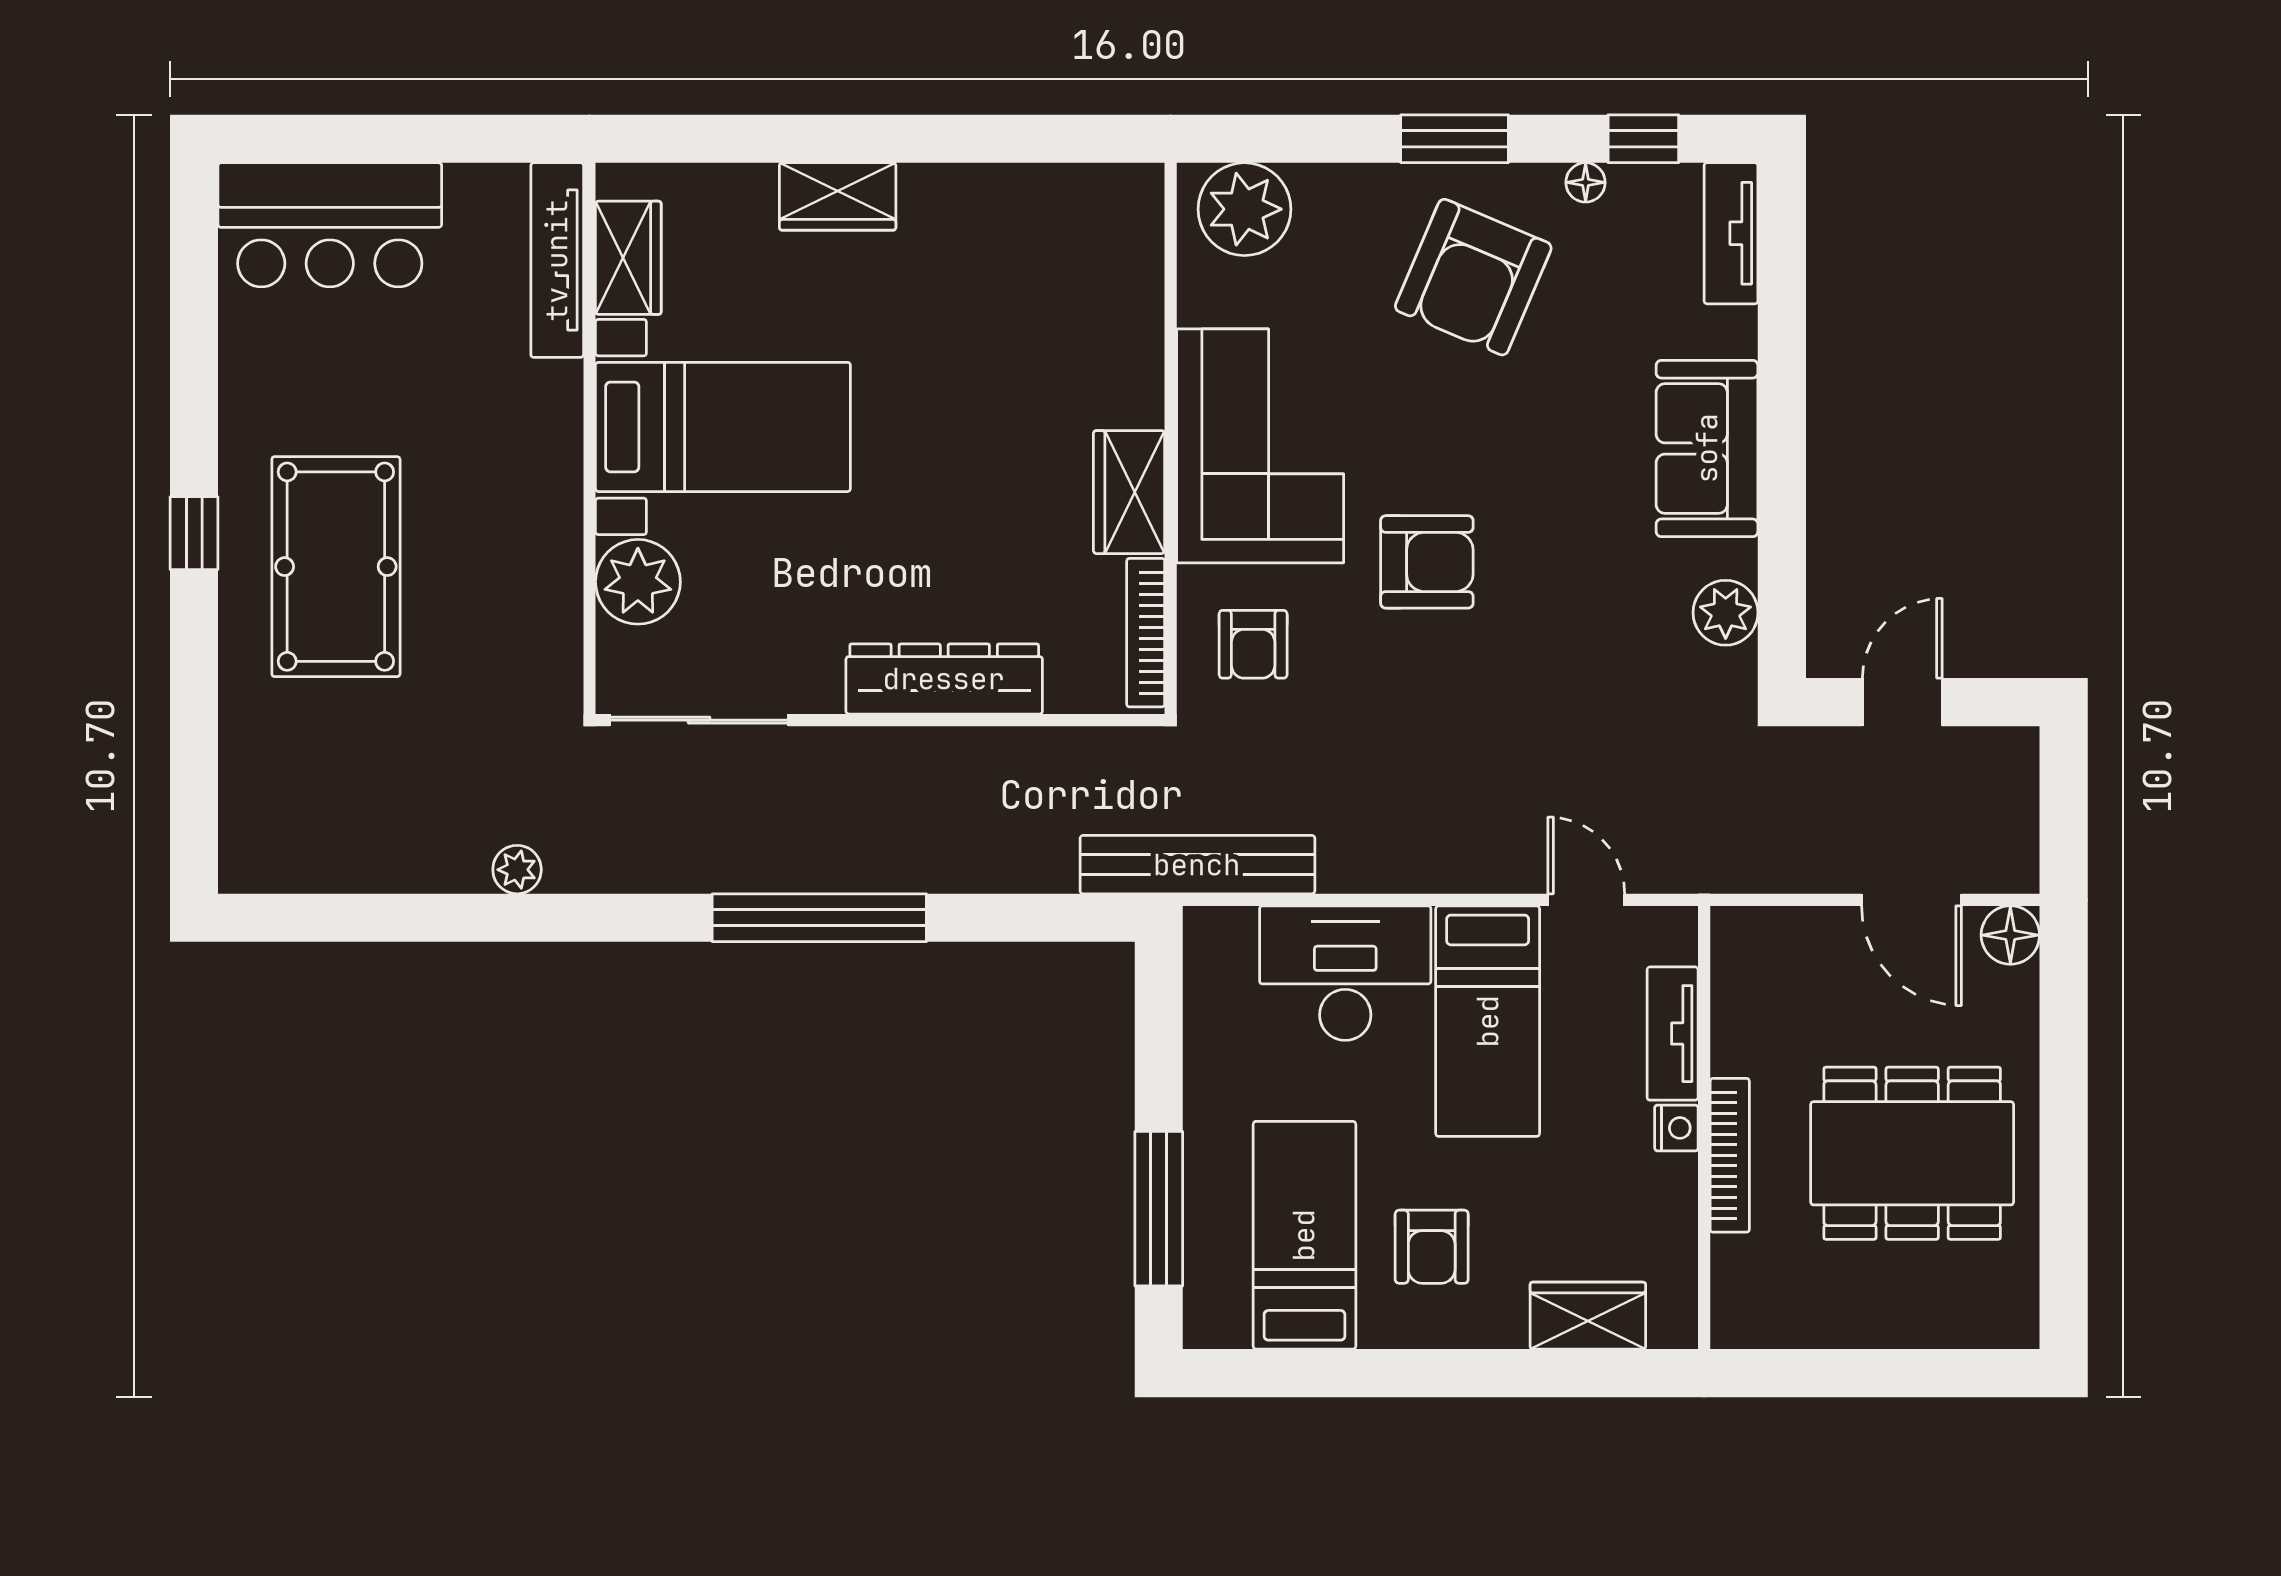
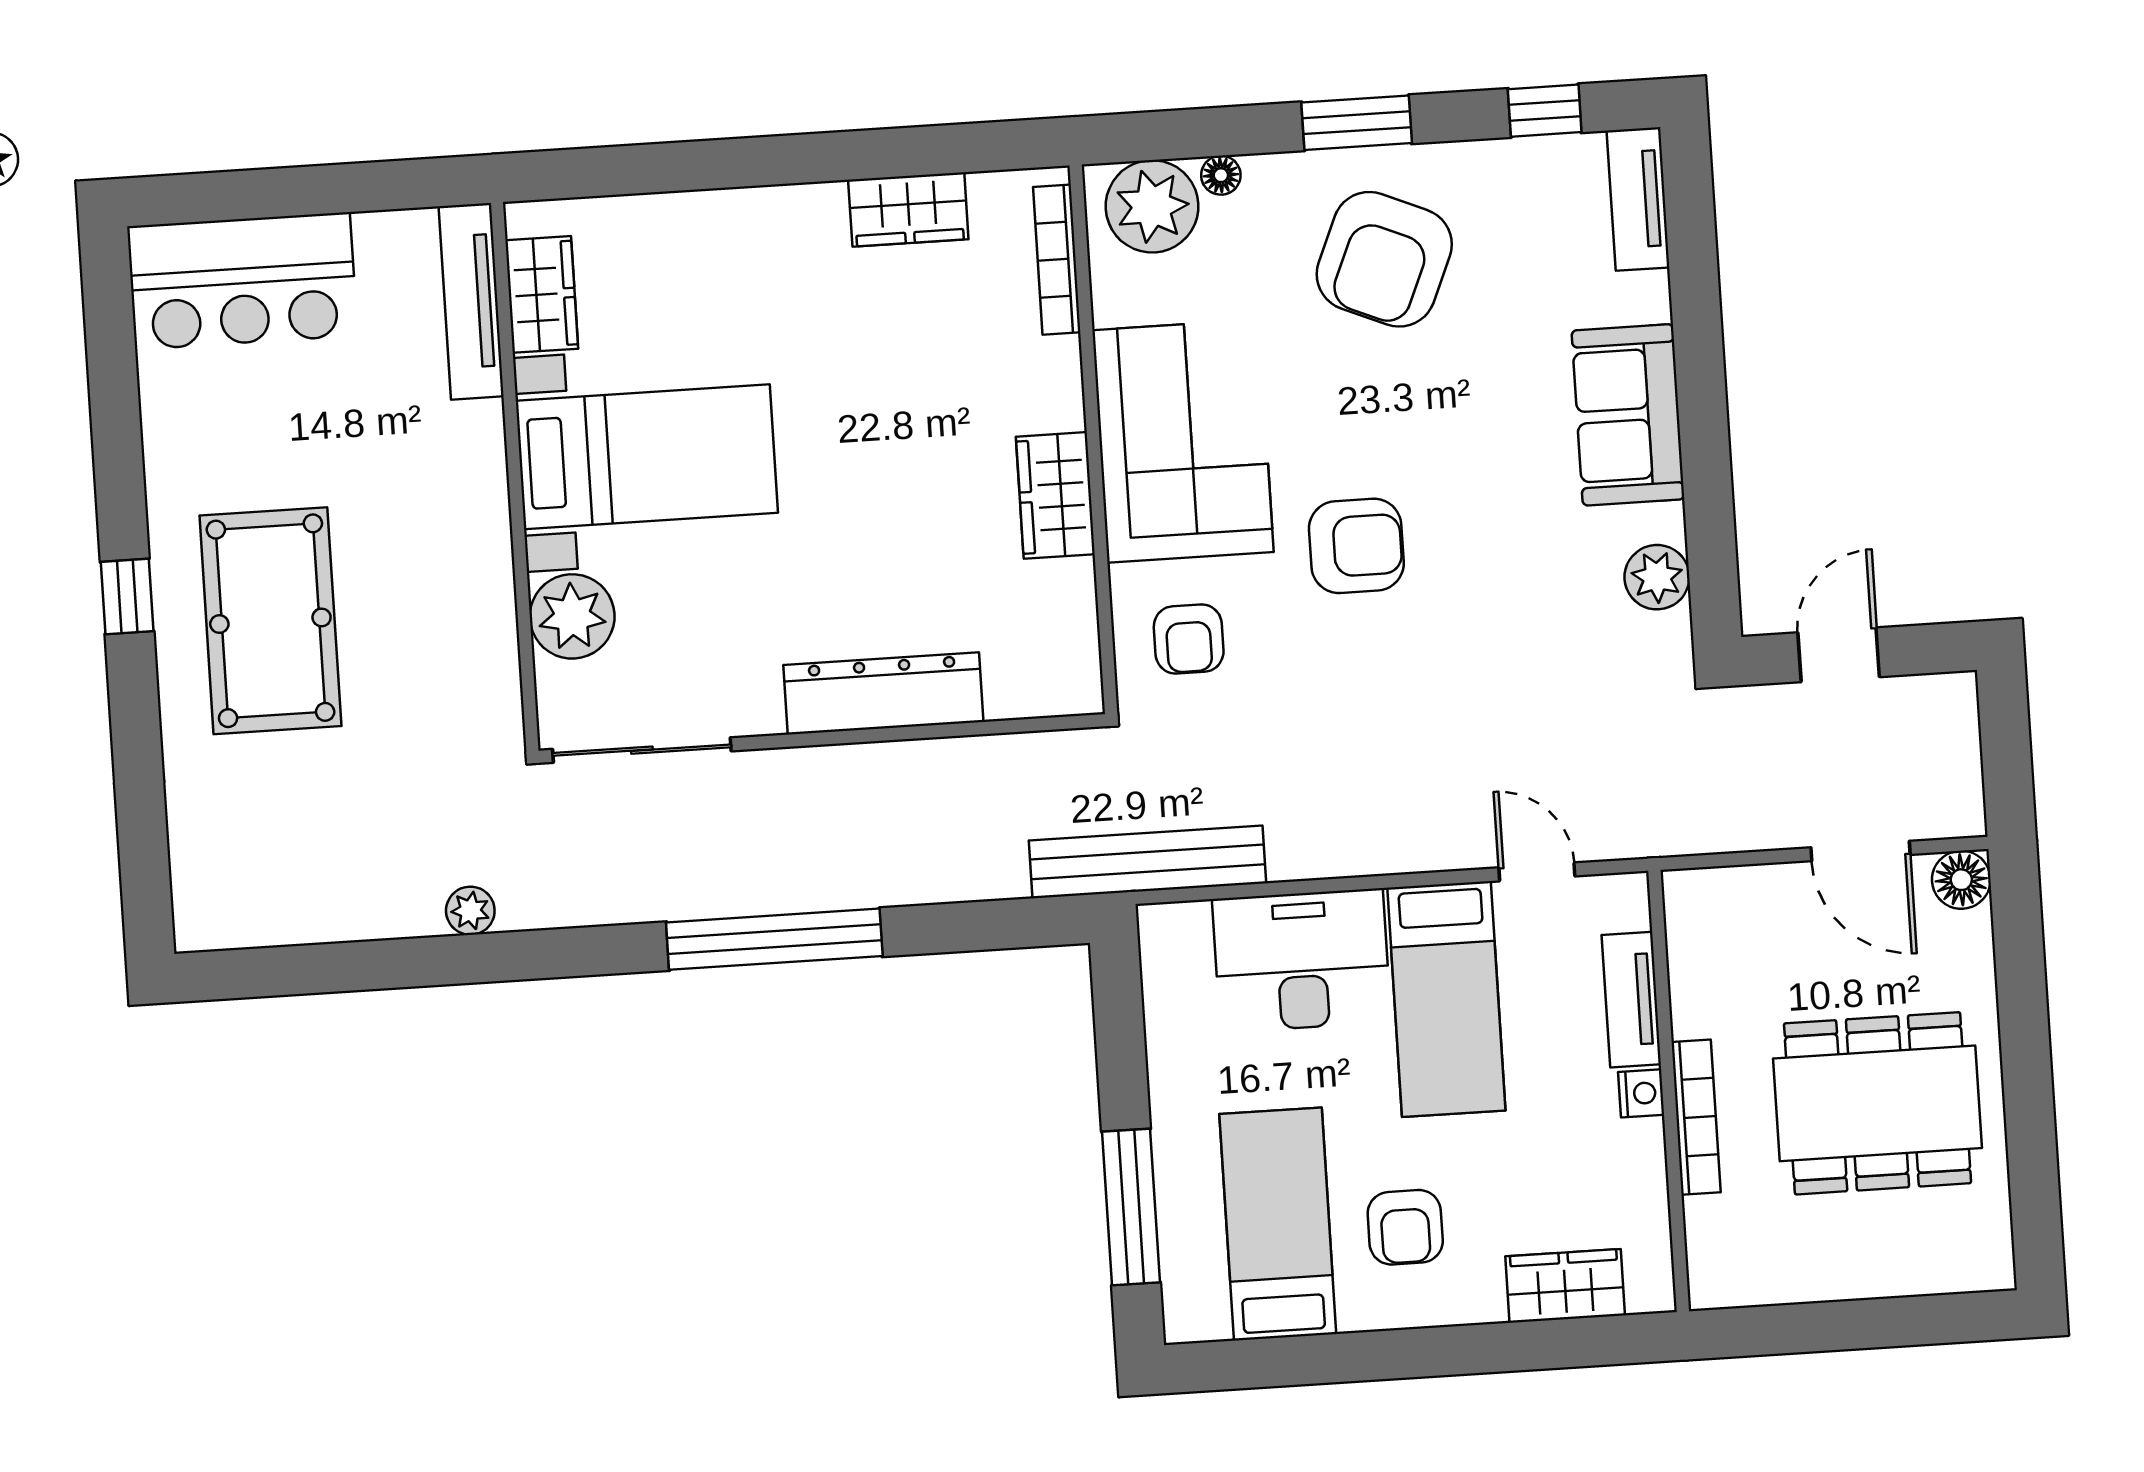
floor lamp: (1586, 182) -> (1221, 175), moved
wardrobe: (838, 196) -> (908, 209), moved
bookcase: (1146, 633) -> (1057, 260), moved

